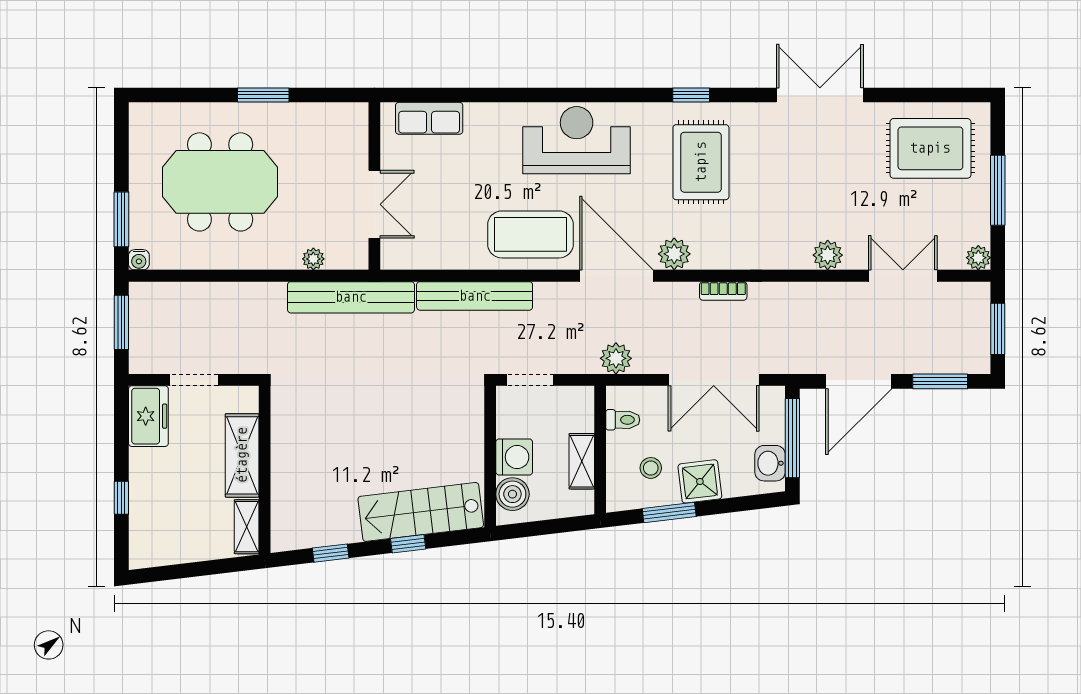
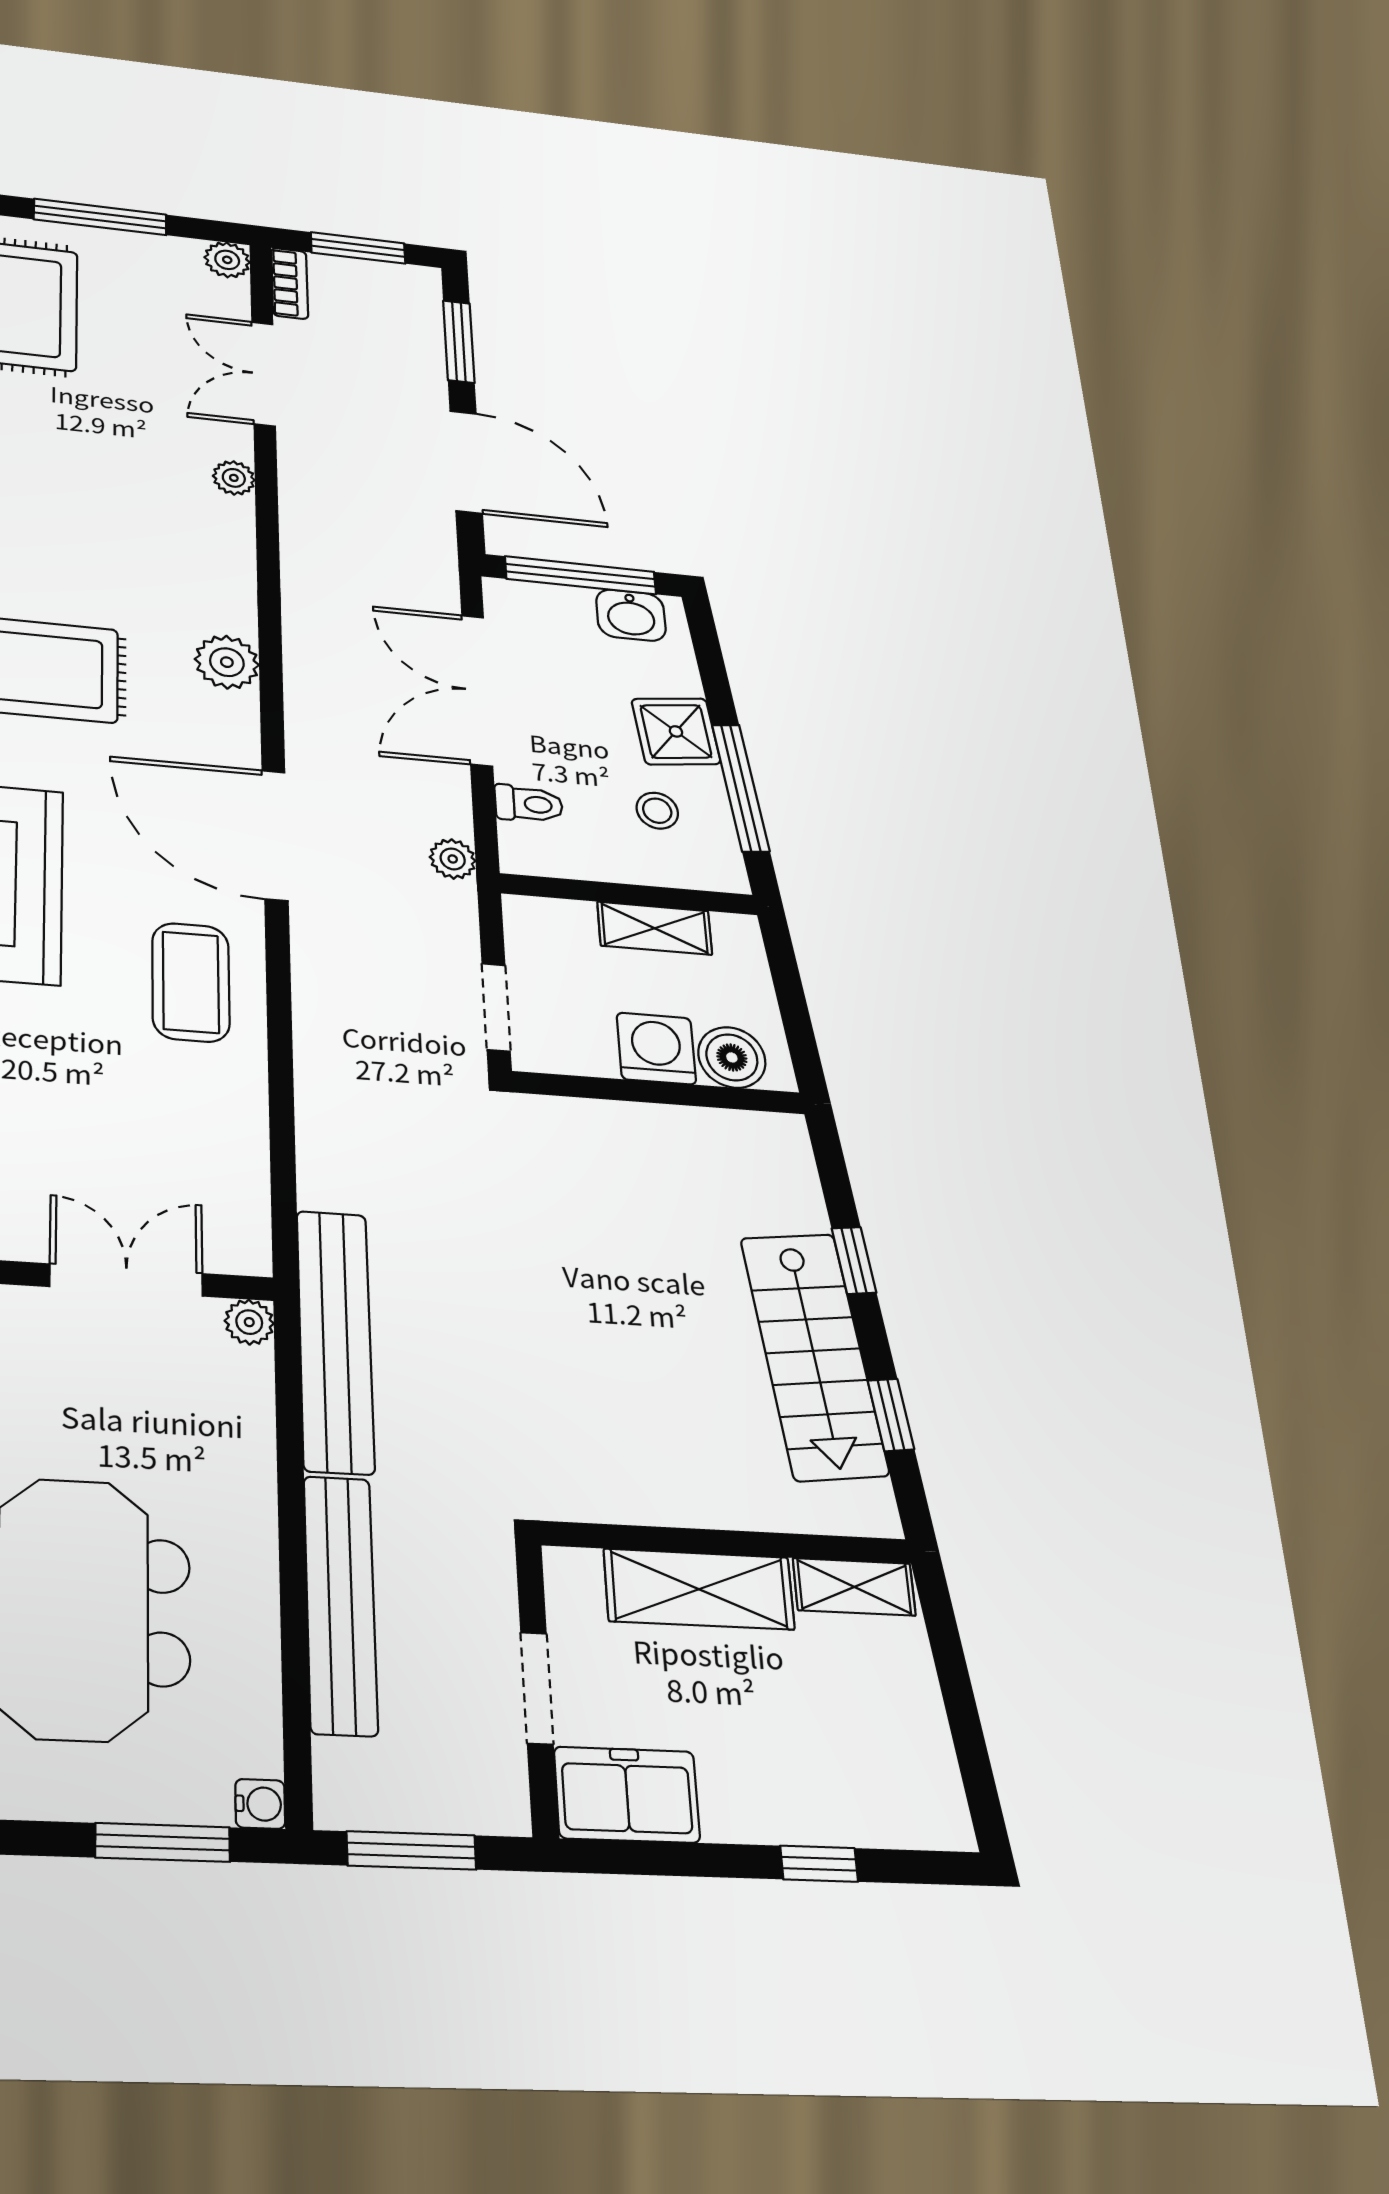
coffee table: (530, 234) -> (191, 982), width x0.73, depth x0.76
plant: (674, 254) -> (227, 662), moved
plant: (828, 255) -> (234, 478), width x0.73, depth x0.73
plant: (313, 259) -> (249, 1322), moved
door: (616, 276) -> (275, 835), hinge flipped
bookcase: (723, 291) -> (290, 283), moved
bench: (475, 296) -> (340, 1604), moved
plant: (616, 358) -> (453, 859), width x0.73, depth x0.73
double door: (714, 380) -> (477, 690), swing flipped
toilet: (623, 420) -> (529, 804), moved, turned 90
stairs: (421, 512) -> (814, 1356), moved
window: (669, 512) -> (741, 788), width x1.44

